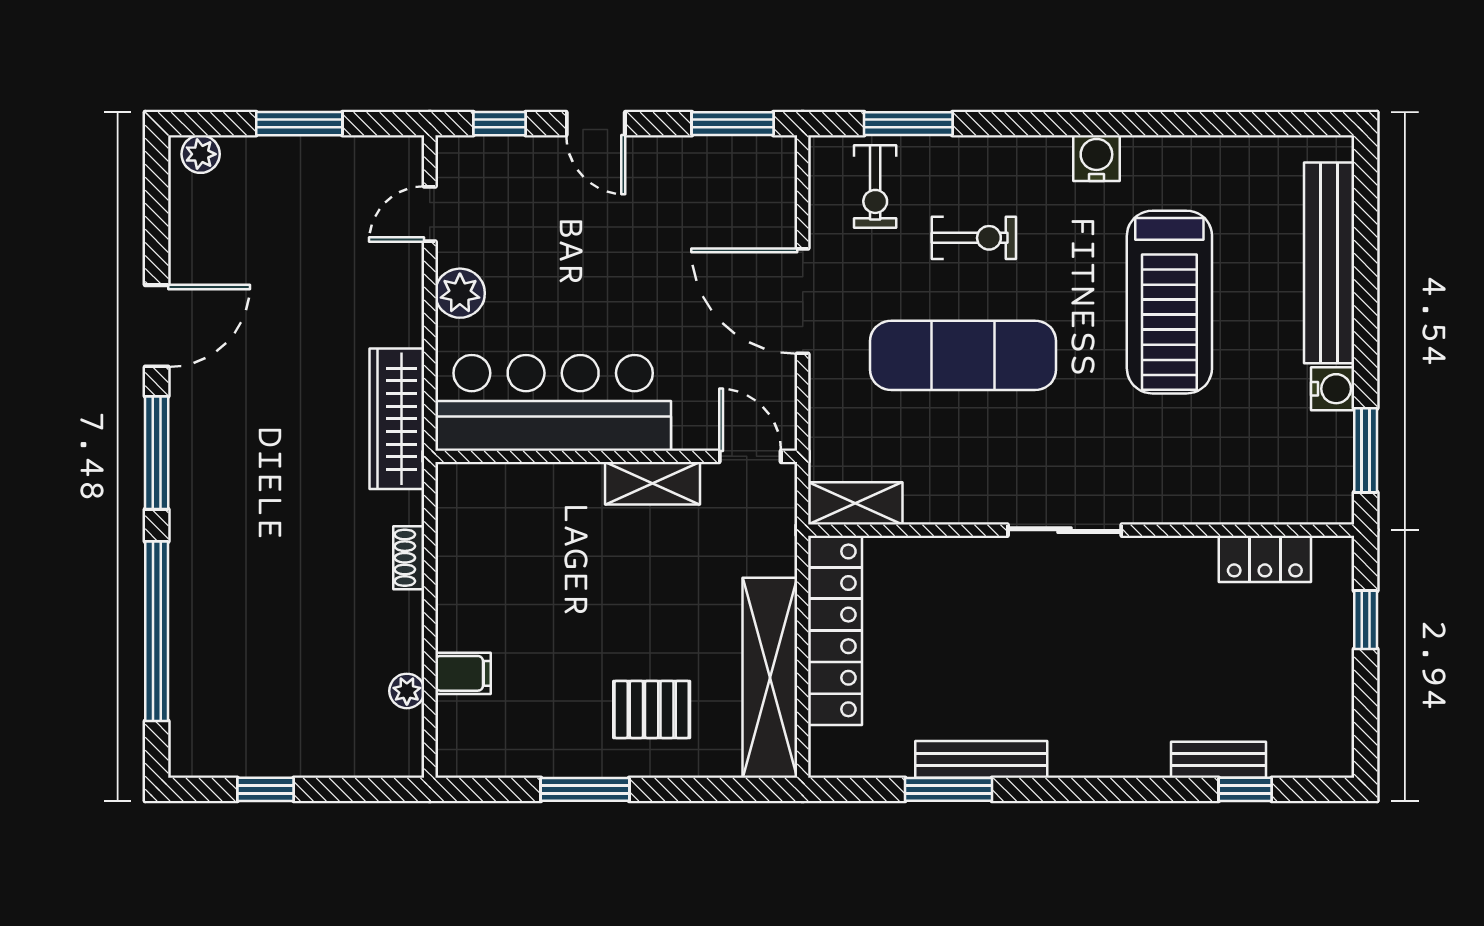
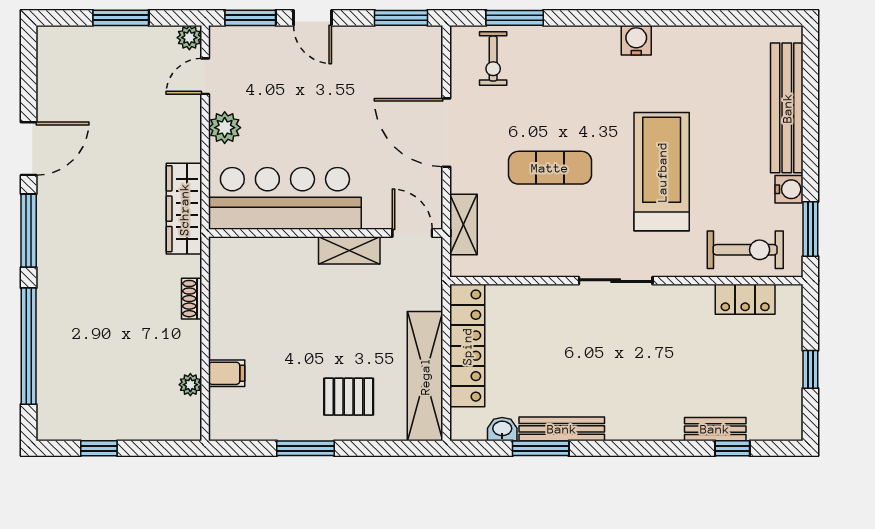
window: (499, 124) -> (250, 18), width x1.50
plant: (201, 154) -> (189, 38), moved
exercise bike: (974, 238) -> (745, 250), moved, width x1.38, depth x1.39
treadmill: (1169, 302) -> (662, 172), moved, turned 180
exercise mat: (963, 355) -> (550, 168), width x0.73, depth x0.69
shelving: (855, 503) -> (464, 225), moved, turned 90
window: (1366, 620) -> (810, 369), moved
washbasin: (889, 760) -> (502, 429), added

